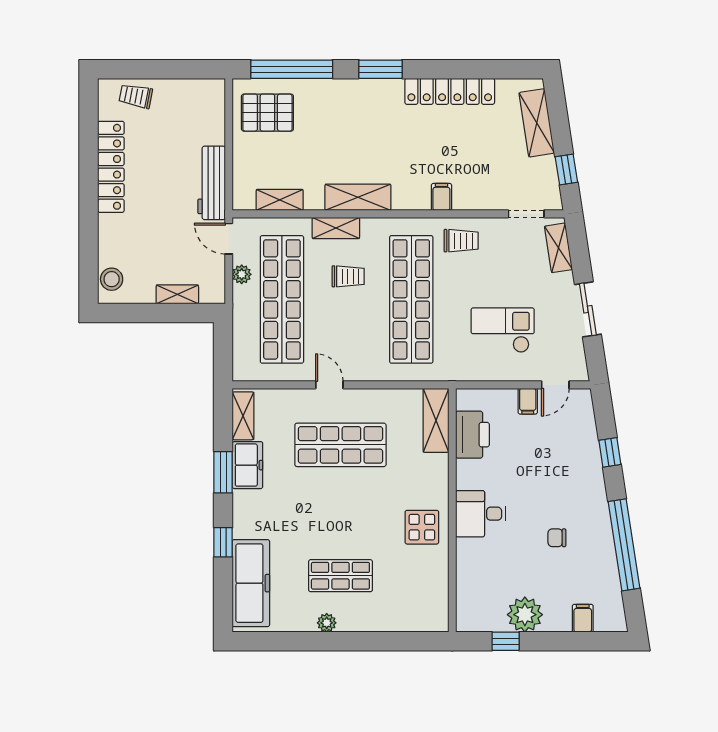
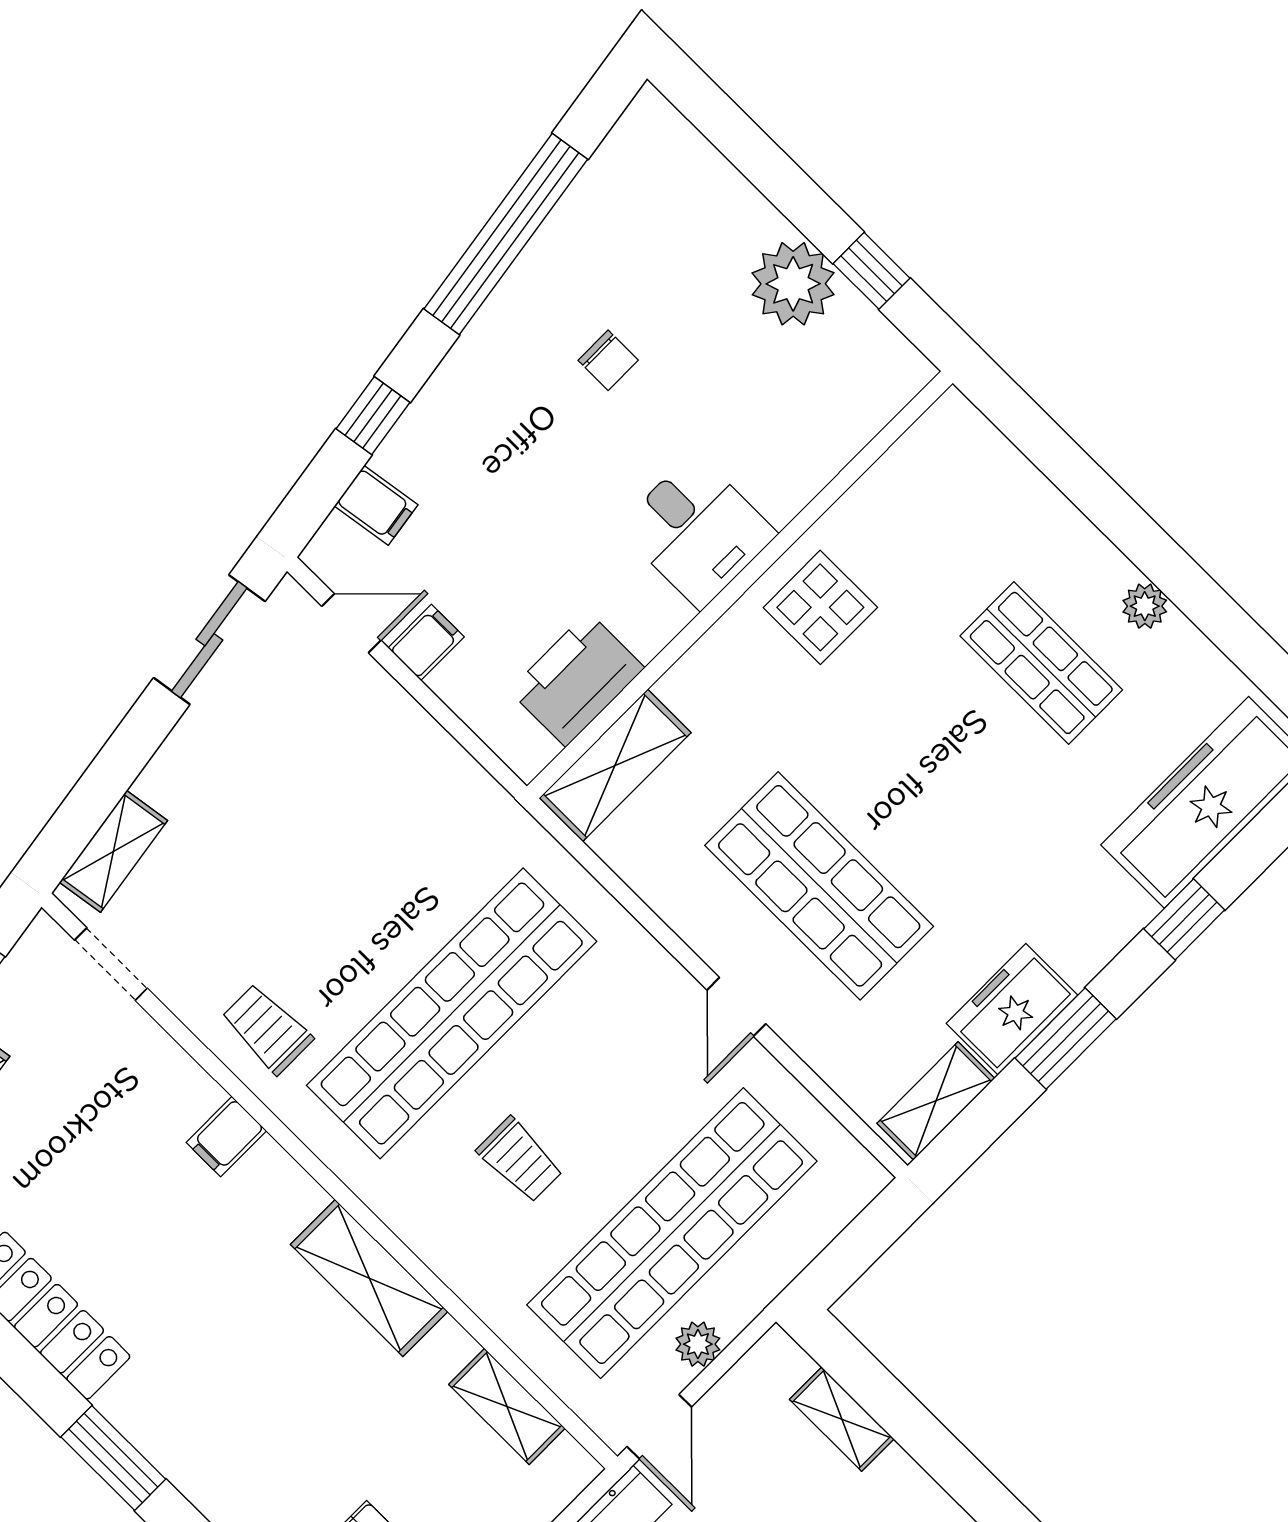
shelving: (336, 228) -> (459, 1263), removed
trolley: (348, 276) -> (520, 1160), turned 180
sliding door: (588, 309) -> (209, 640), moved
checkout: (503, 330) -> (348, 806), removed
filing cabinet: (583, 618) -> (376, 505), moved, turned -99

